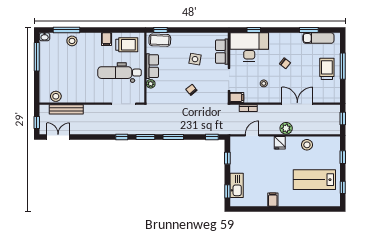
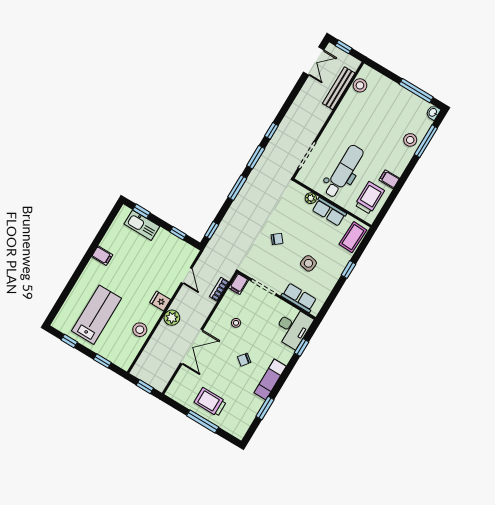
window: (161, 30) -> (348, 270), moved
exam couch: (318, 38) -> (270, 380), moved
trolley: (127, 45) -> (370, 198), turned 180
desk: (249, 47) -> (293, 328), width x0.73, depth x0.77
trolley: (327, 69) -> (210, 402), turned 180

